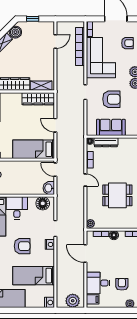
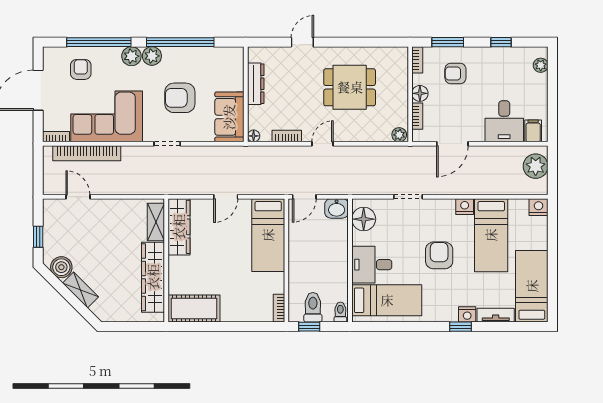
armchair: (111, 99) -> (180, 98), turned -90
sofa: (111, 127) -> (229, 117), moved
dresser: (106, 142) -> (256, 84), moved
dining table: (117, 195) -> (350, 87), turned 90
nightstand: (50, 244) -> (465, 207), moved
armchair: (122, 284) -> (455, 73), moved

